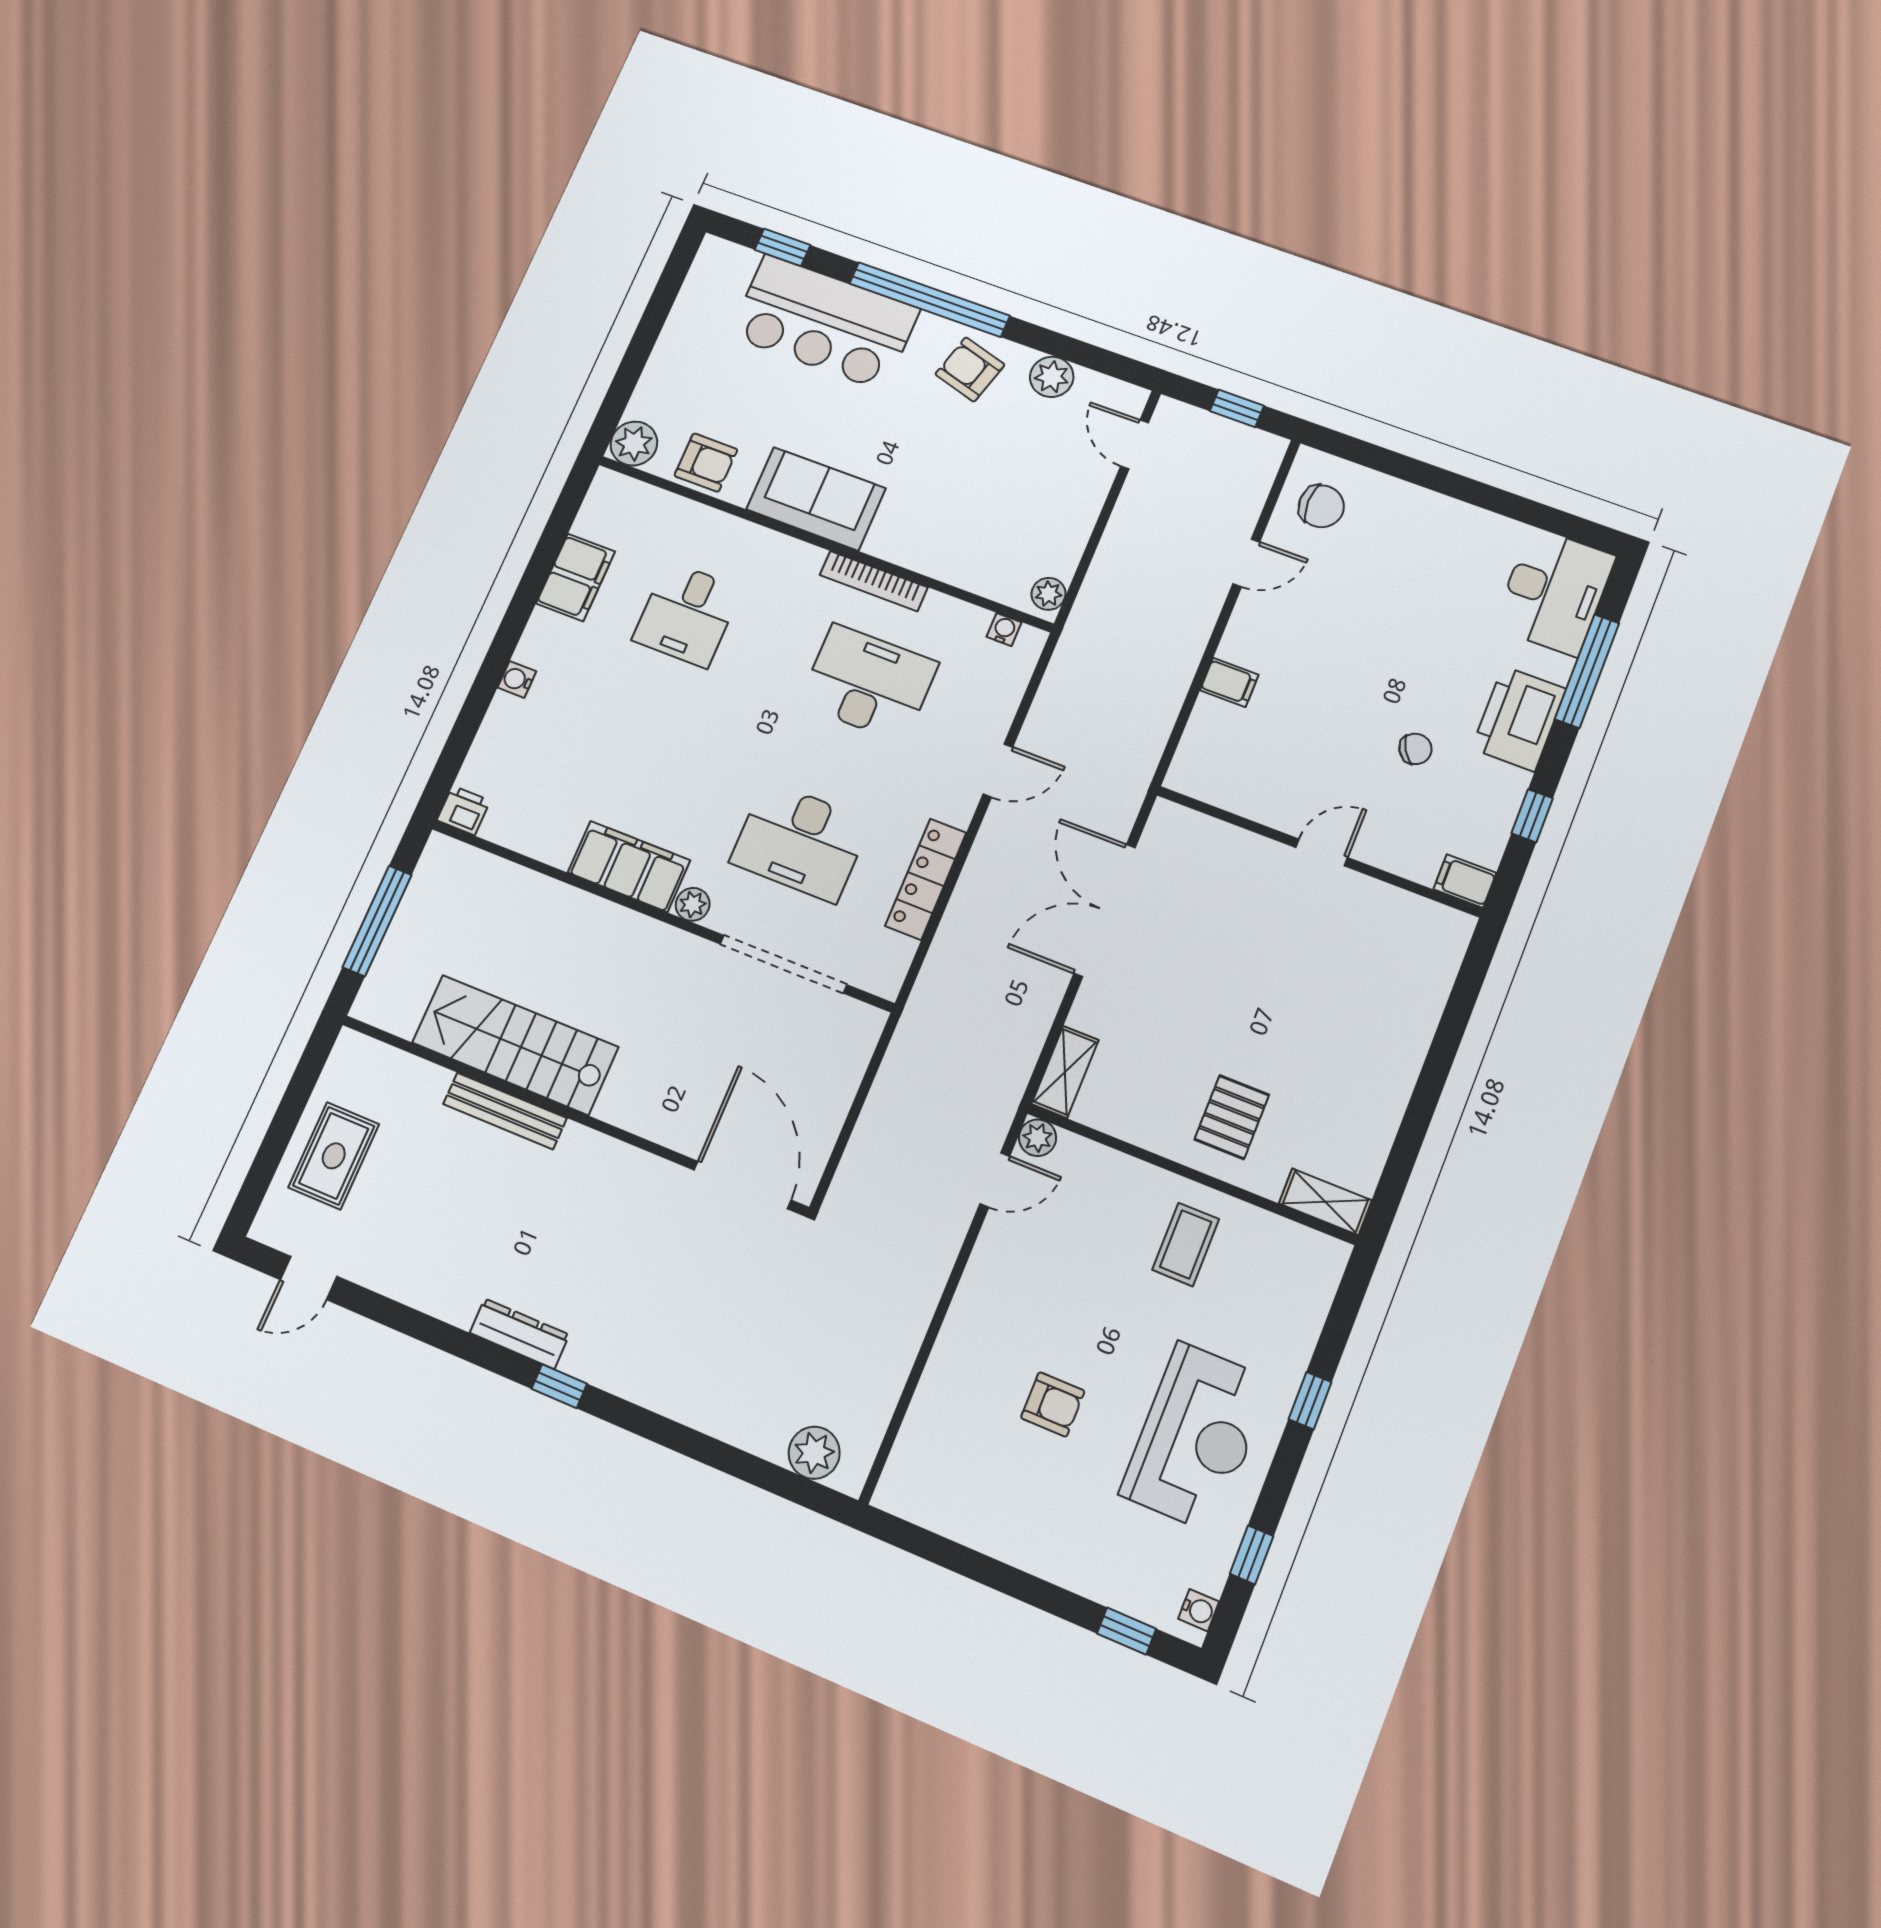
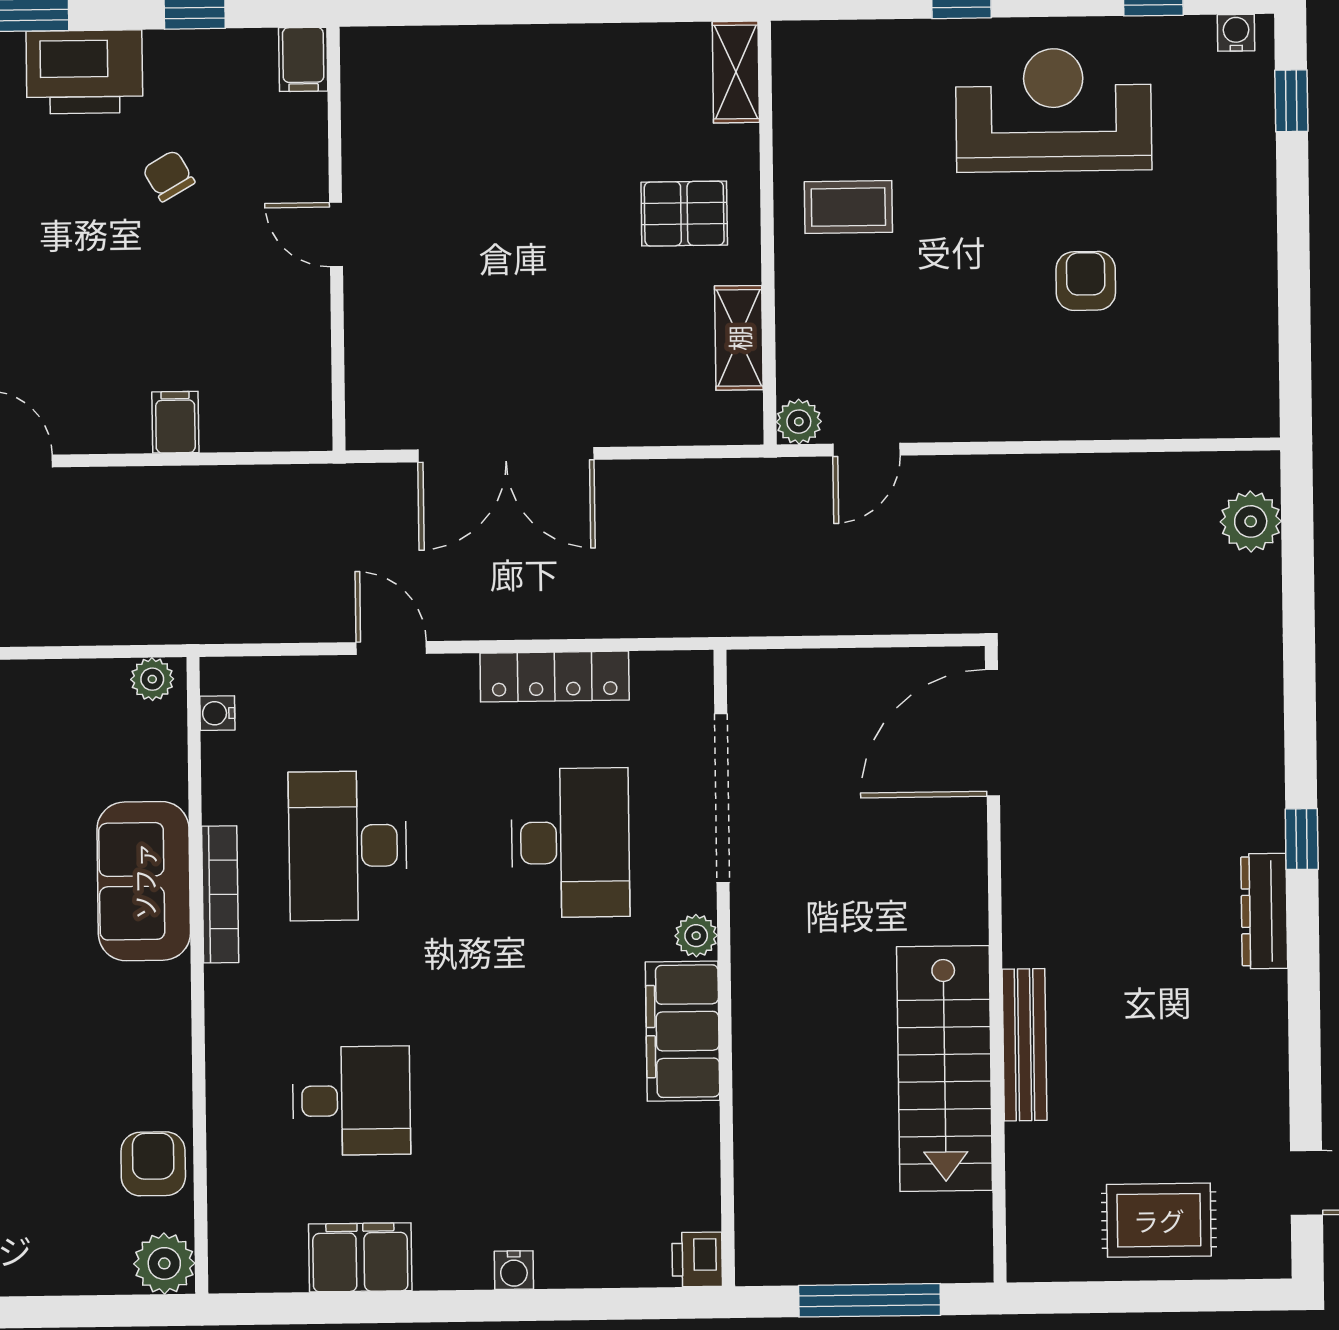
sofa: (816, 499) -> (144, 881), moved
shelving: (1065, 1072) -> (739, 338), moved, turned 90
door: (995, 1180) -> (866, 450), swing flipped

